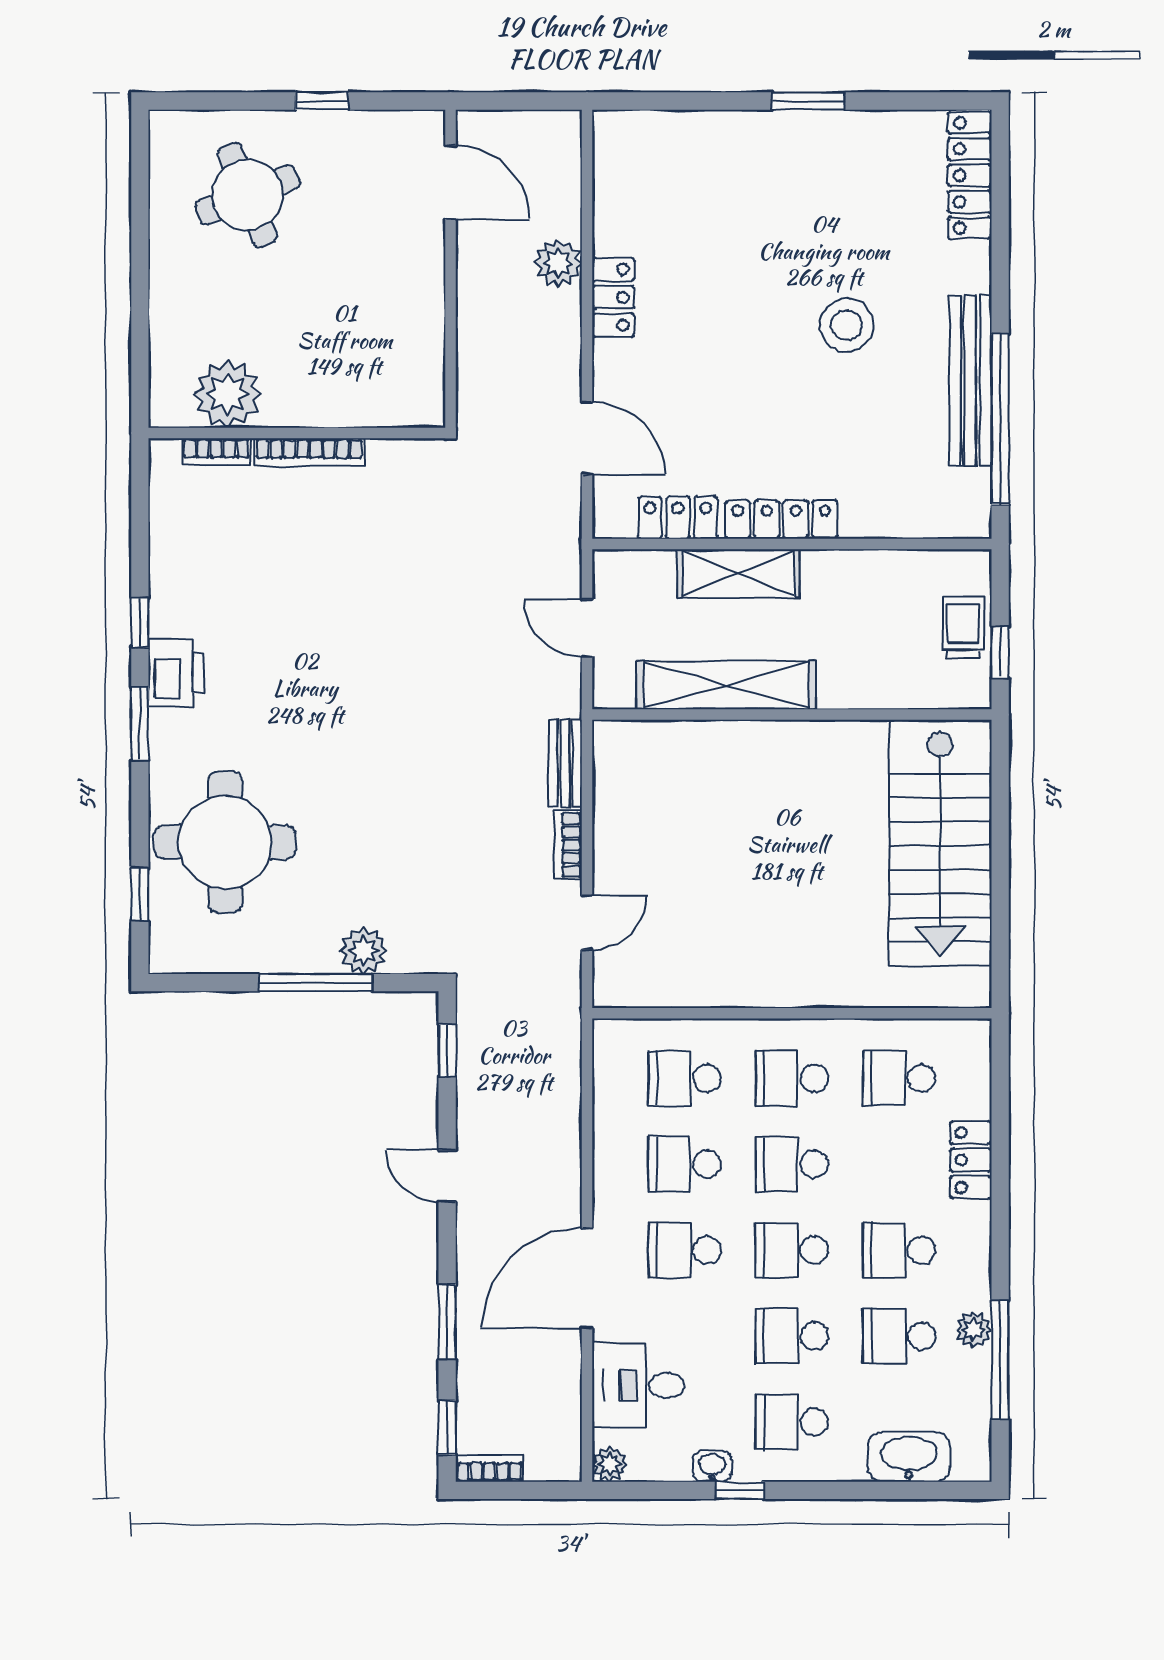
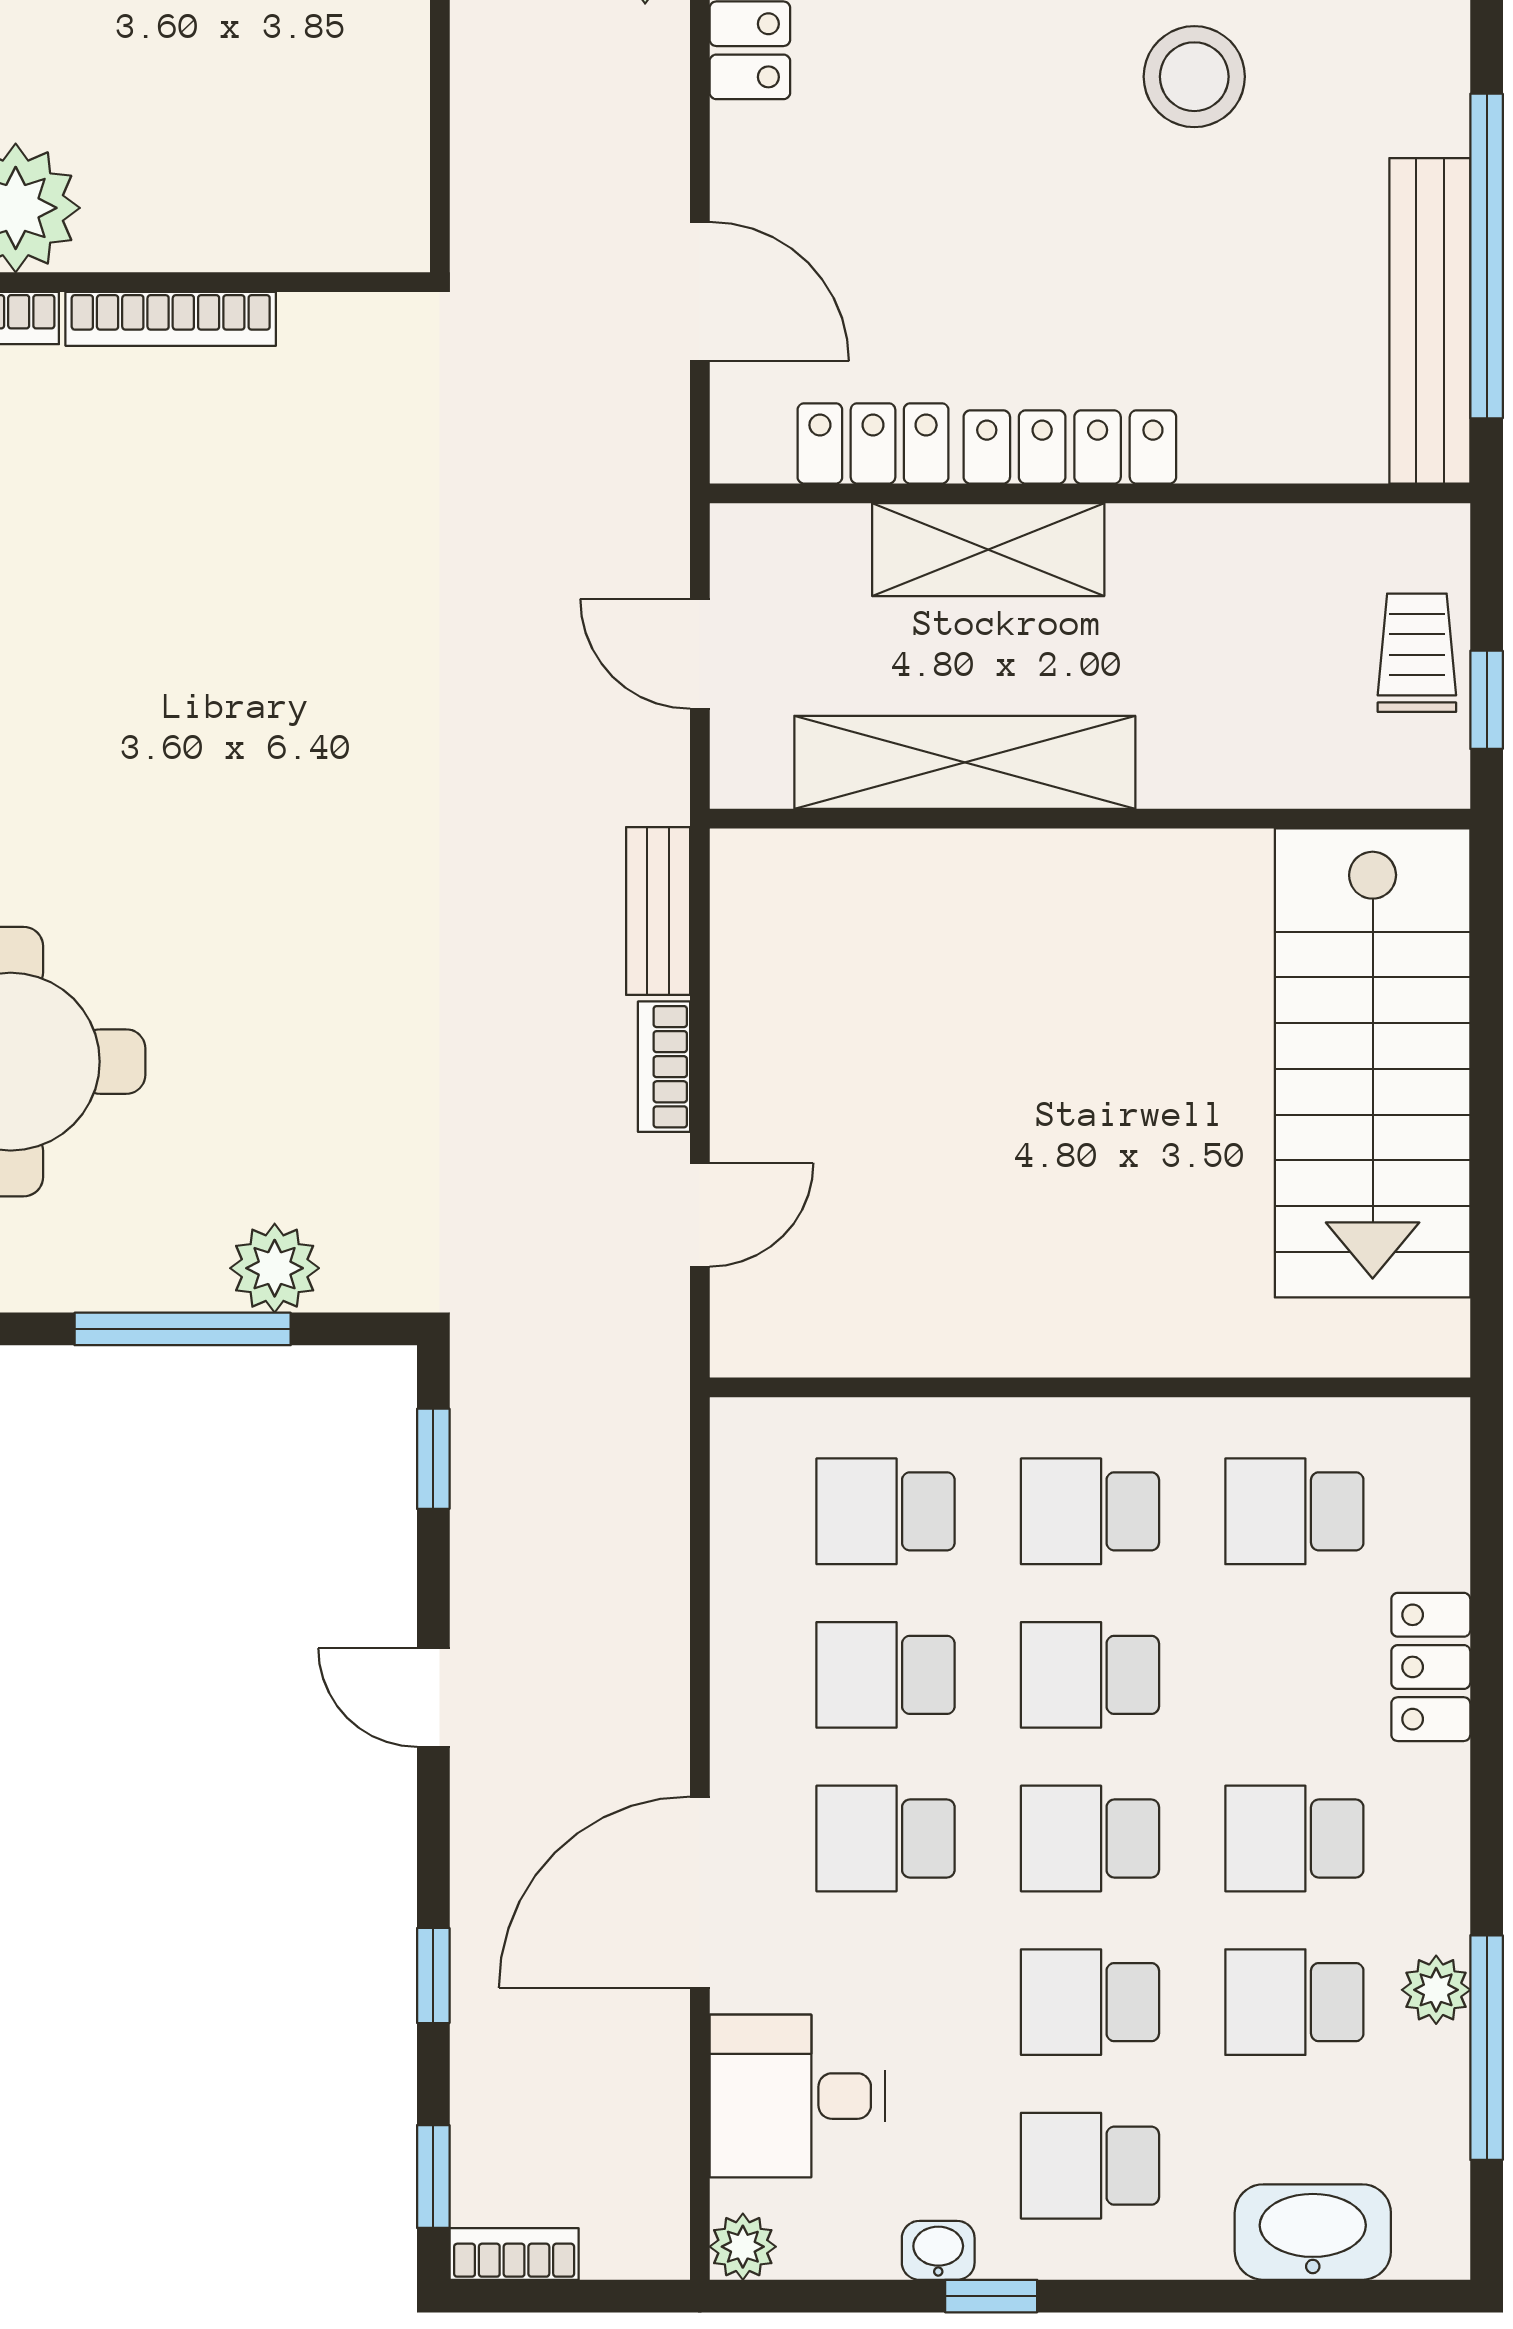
bench: (970, 381) -> (1430, 321), moved
window: (447, 1322) -> (433, 1976), width x0.67

